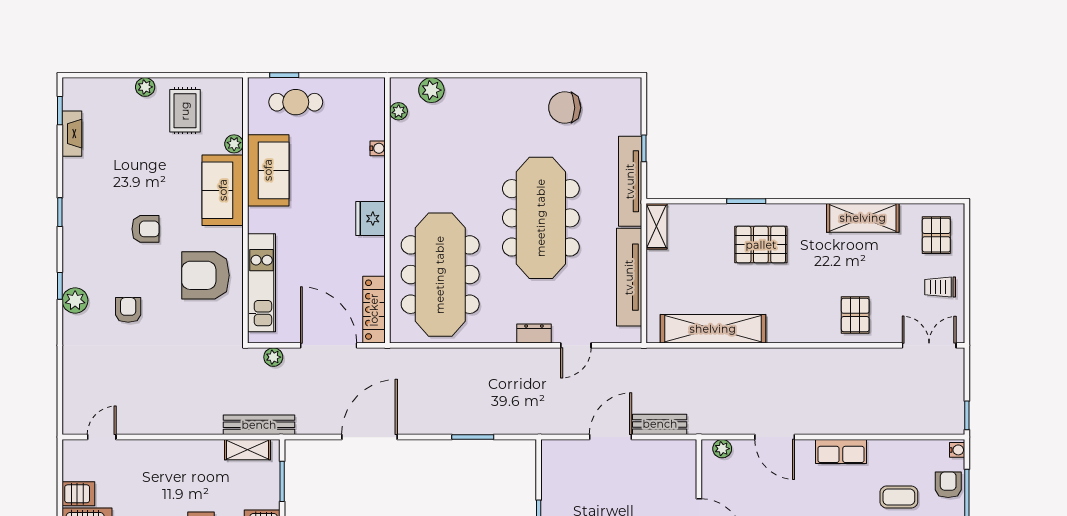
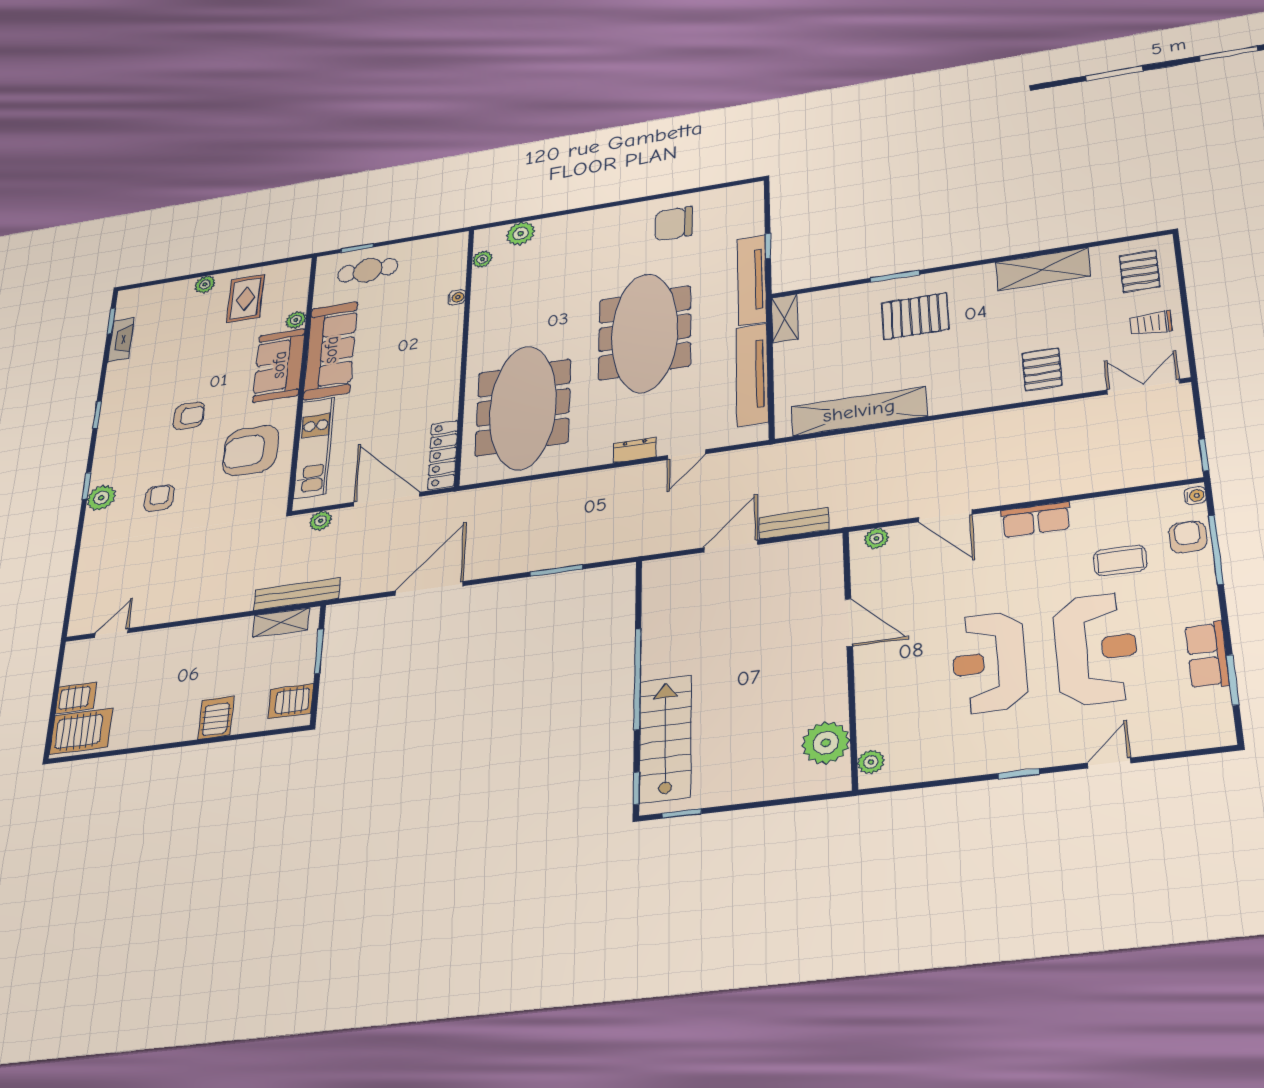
sofa: (268, 170) -> (331, 350), width x1.36
fridge: (370, 219) -> (444, 365), removed

